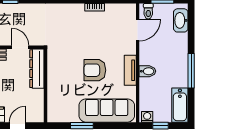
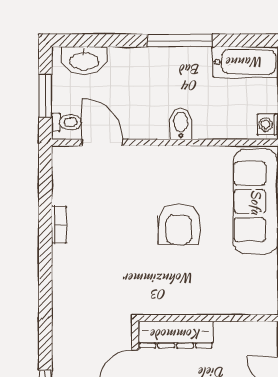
tv unit: (130, 70) -> (179, 157), removed

